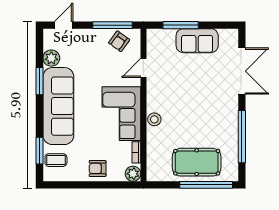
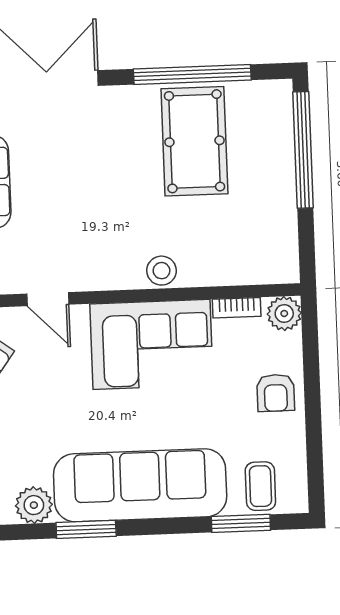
pool table: (197, 162) -> (194, 141), moved

